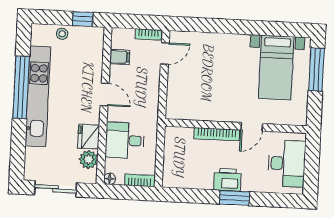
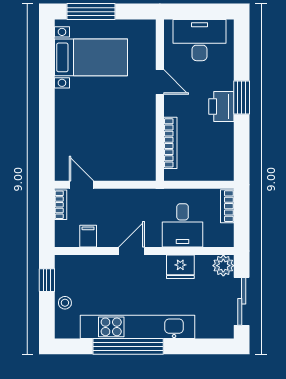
bookcase: (217, 134) -> (170, 143), moved
plant: (89, 159) -> (223, 266), moved
floor lamp: (110, 179) -> (227, 240), removed

